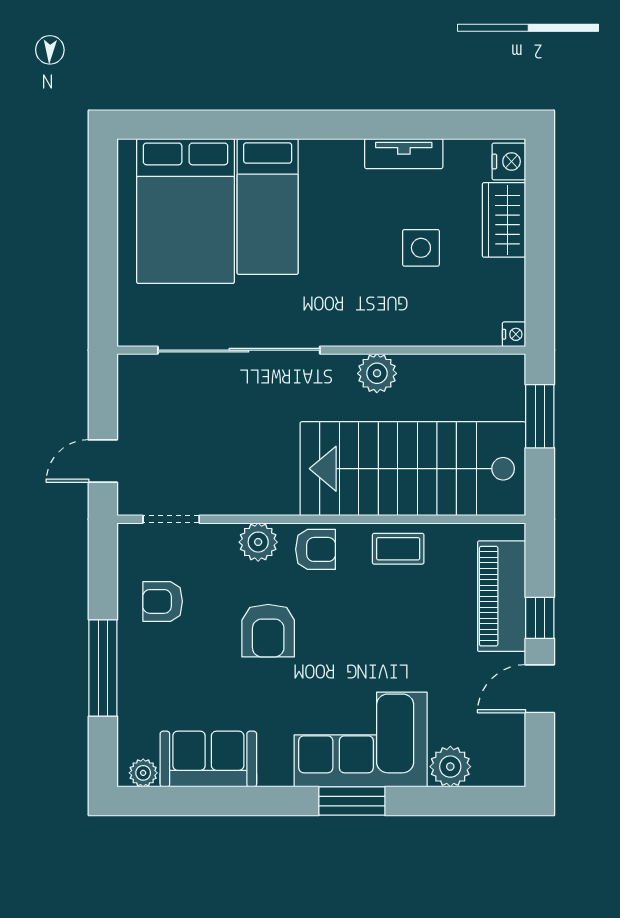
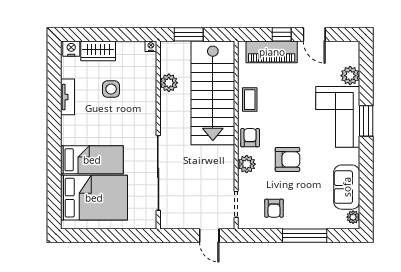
plant: (377, 373) -> (169, 83), moved

